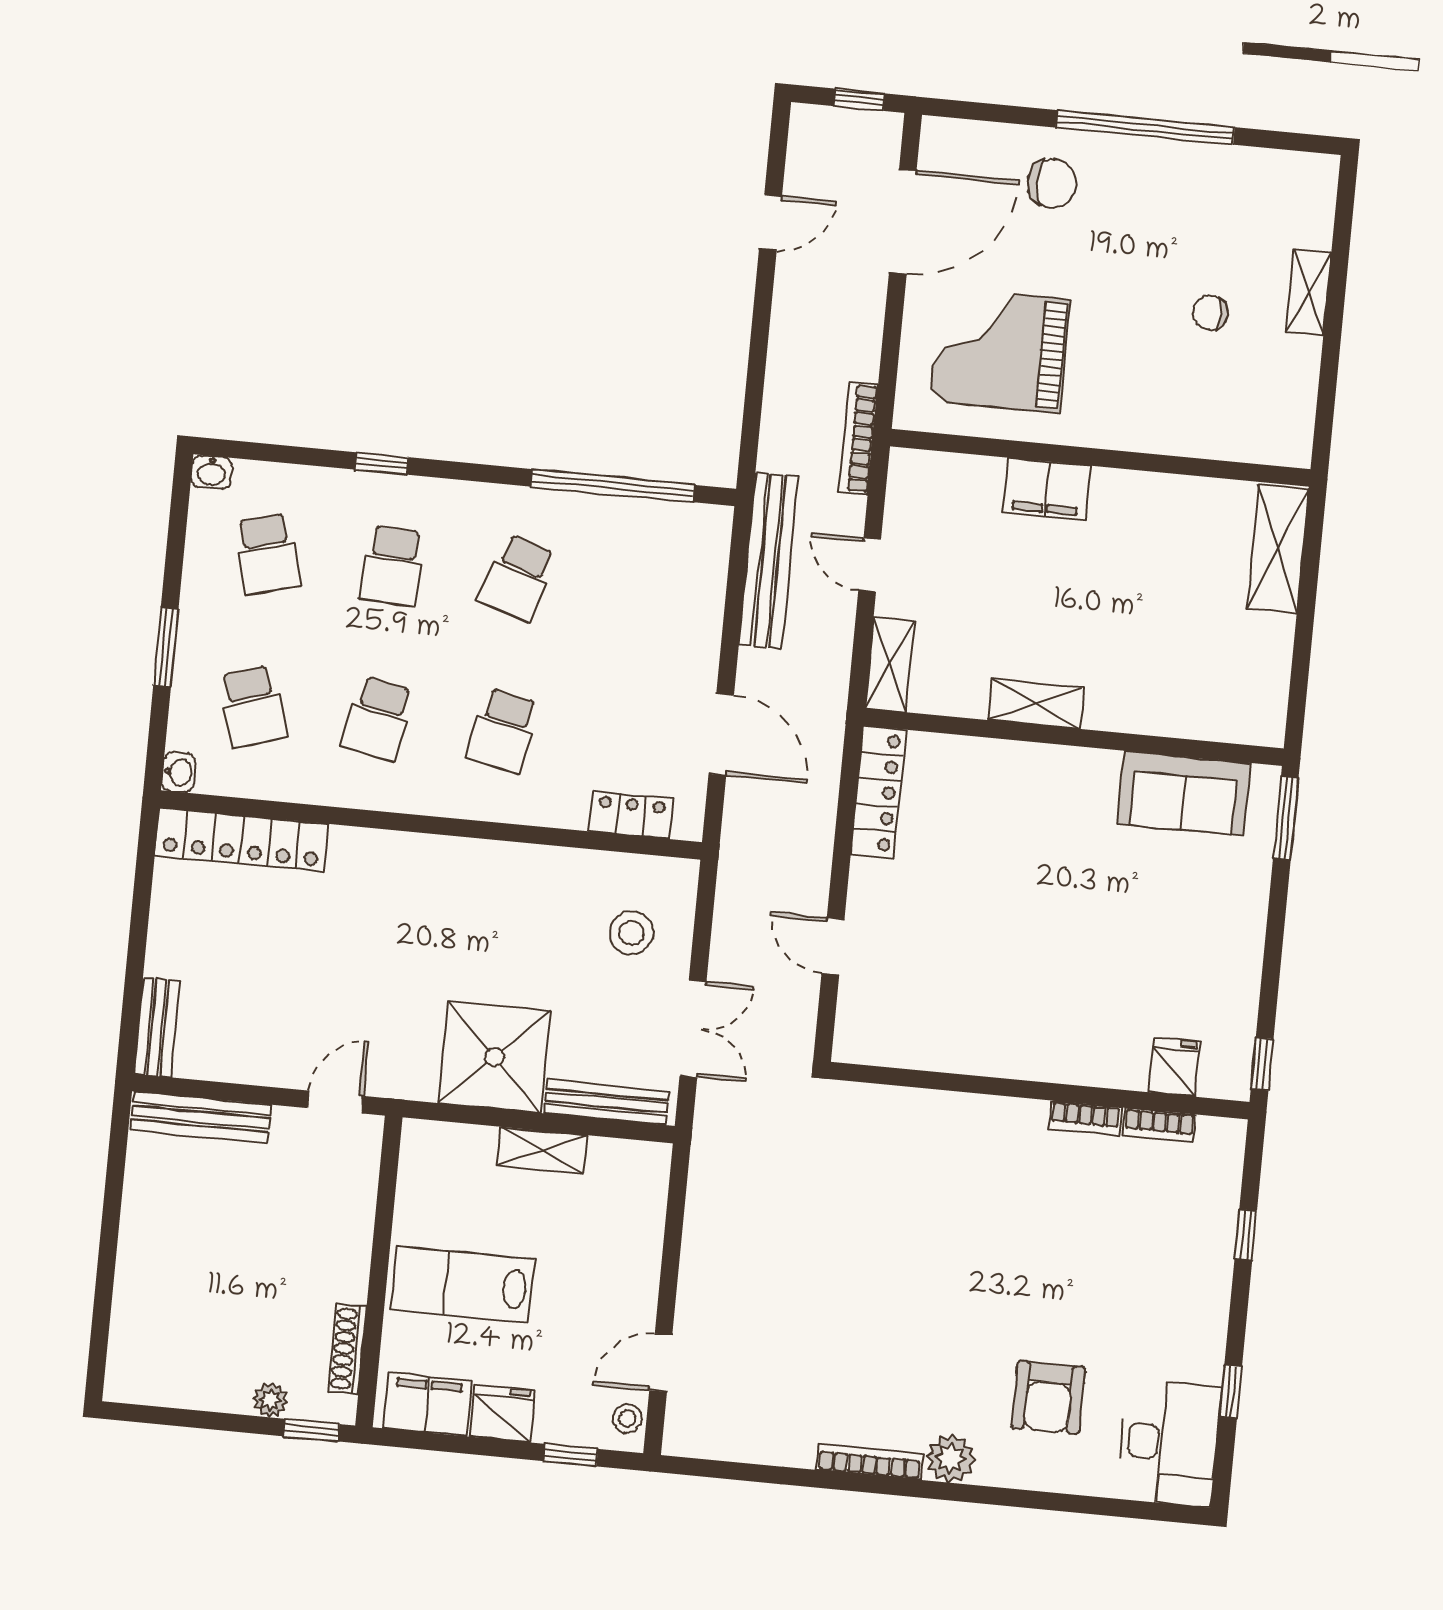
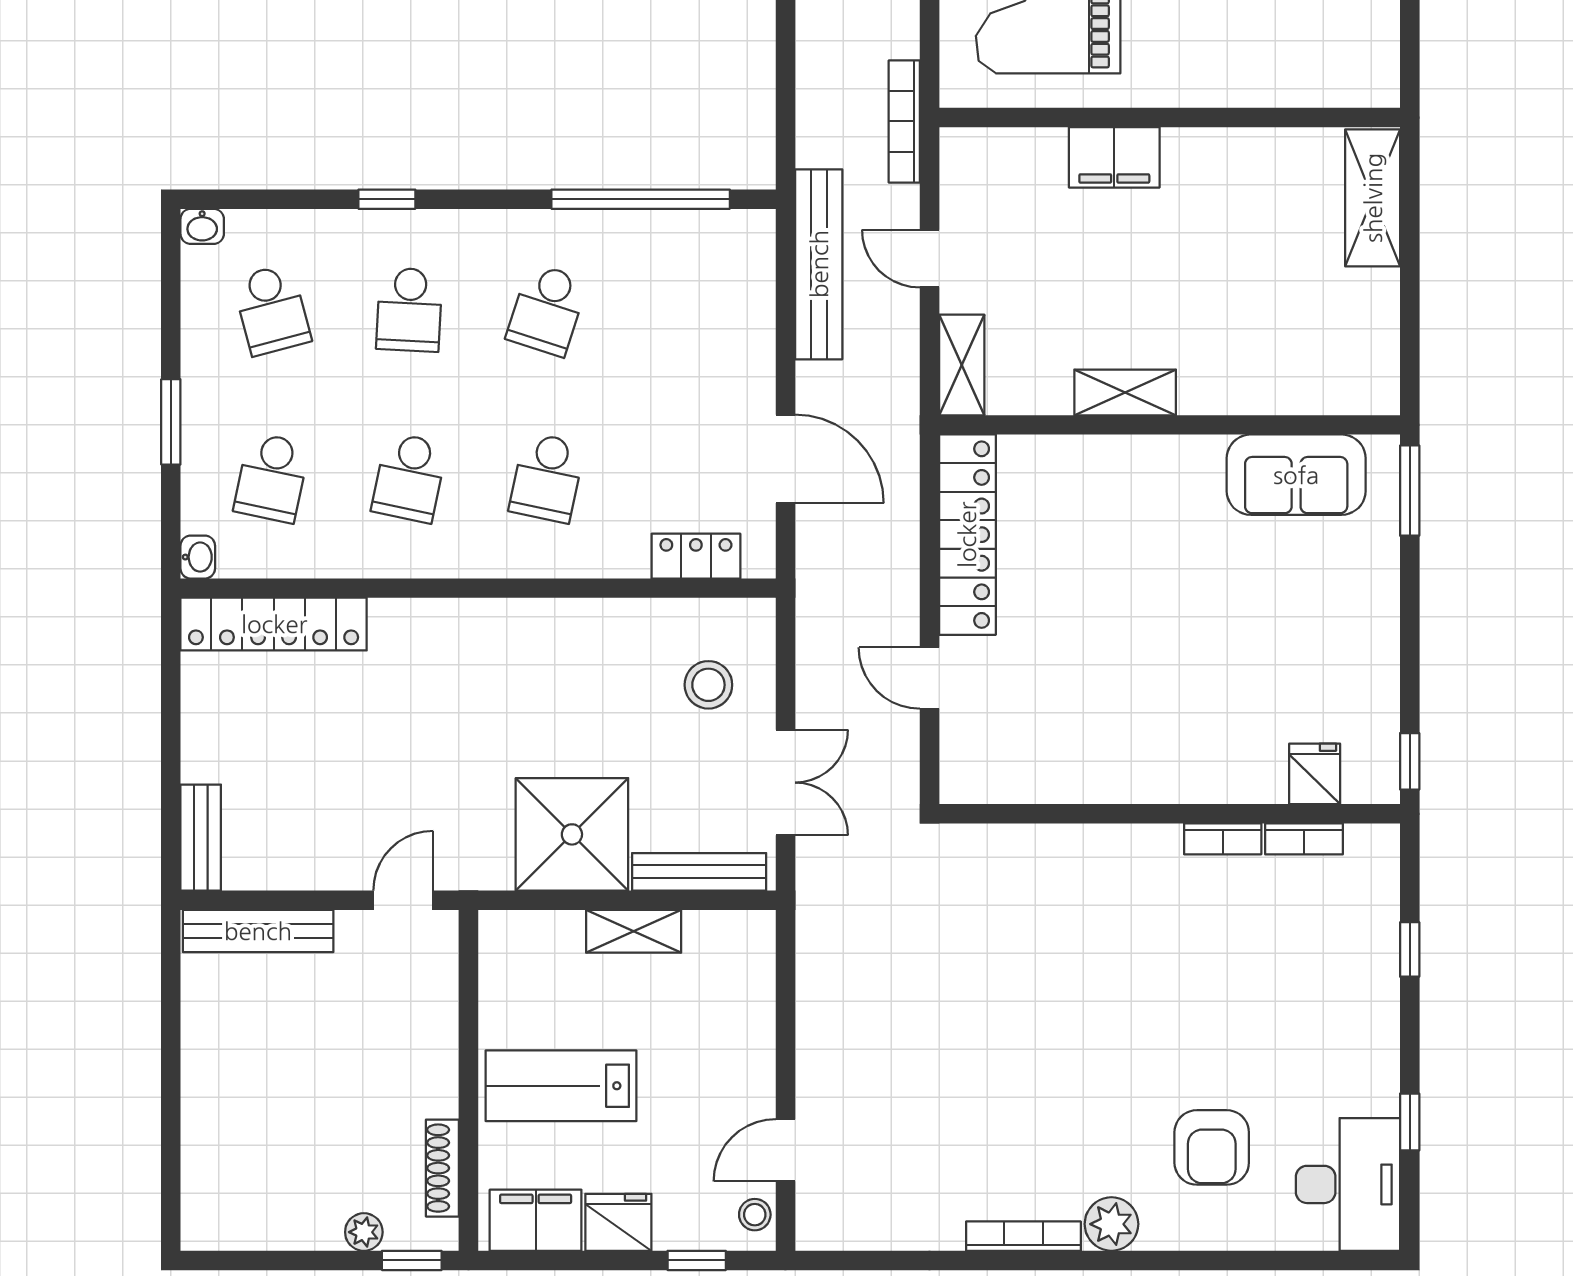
school desk: (253, 706) -> (272, 478), turned 30
locker: (878, 792) -> (967, 535), width x1.41, depth x1.21

